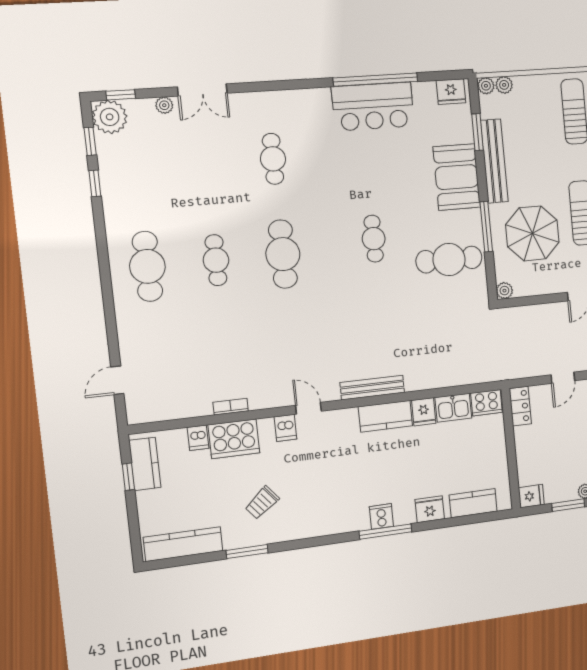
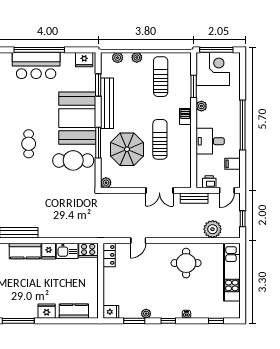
plant: (486, 86) -> (137, 57), moved
booth: (457, 177) -> (77, 118), width x1.36, depth x1.42
cooker: (381, 516) -> (17, 311), removed

